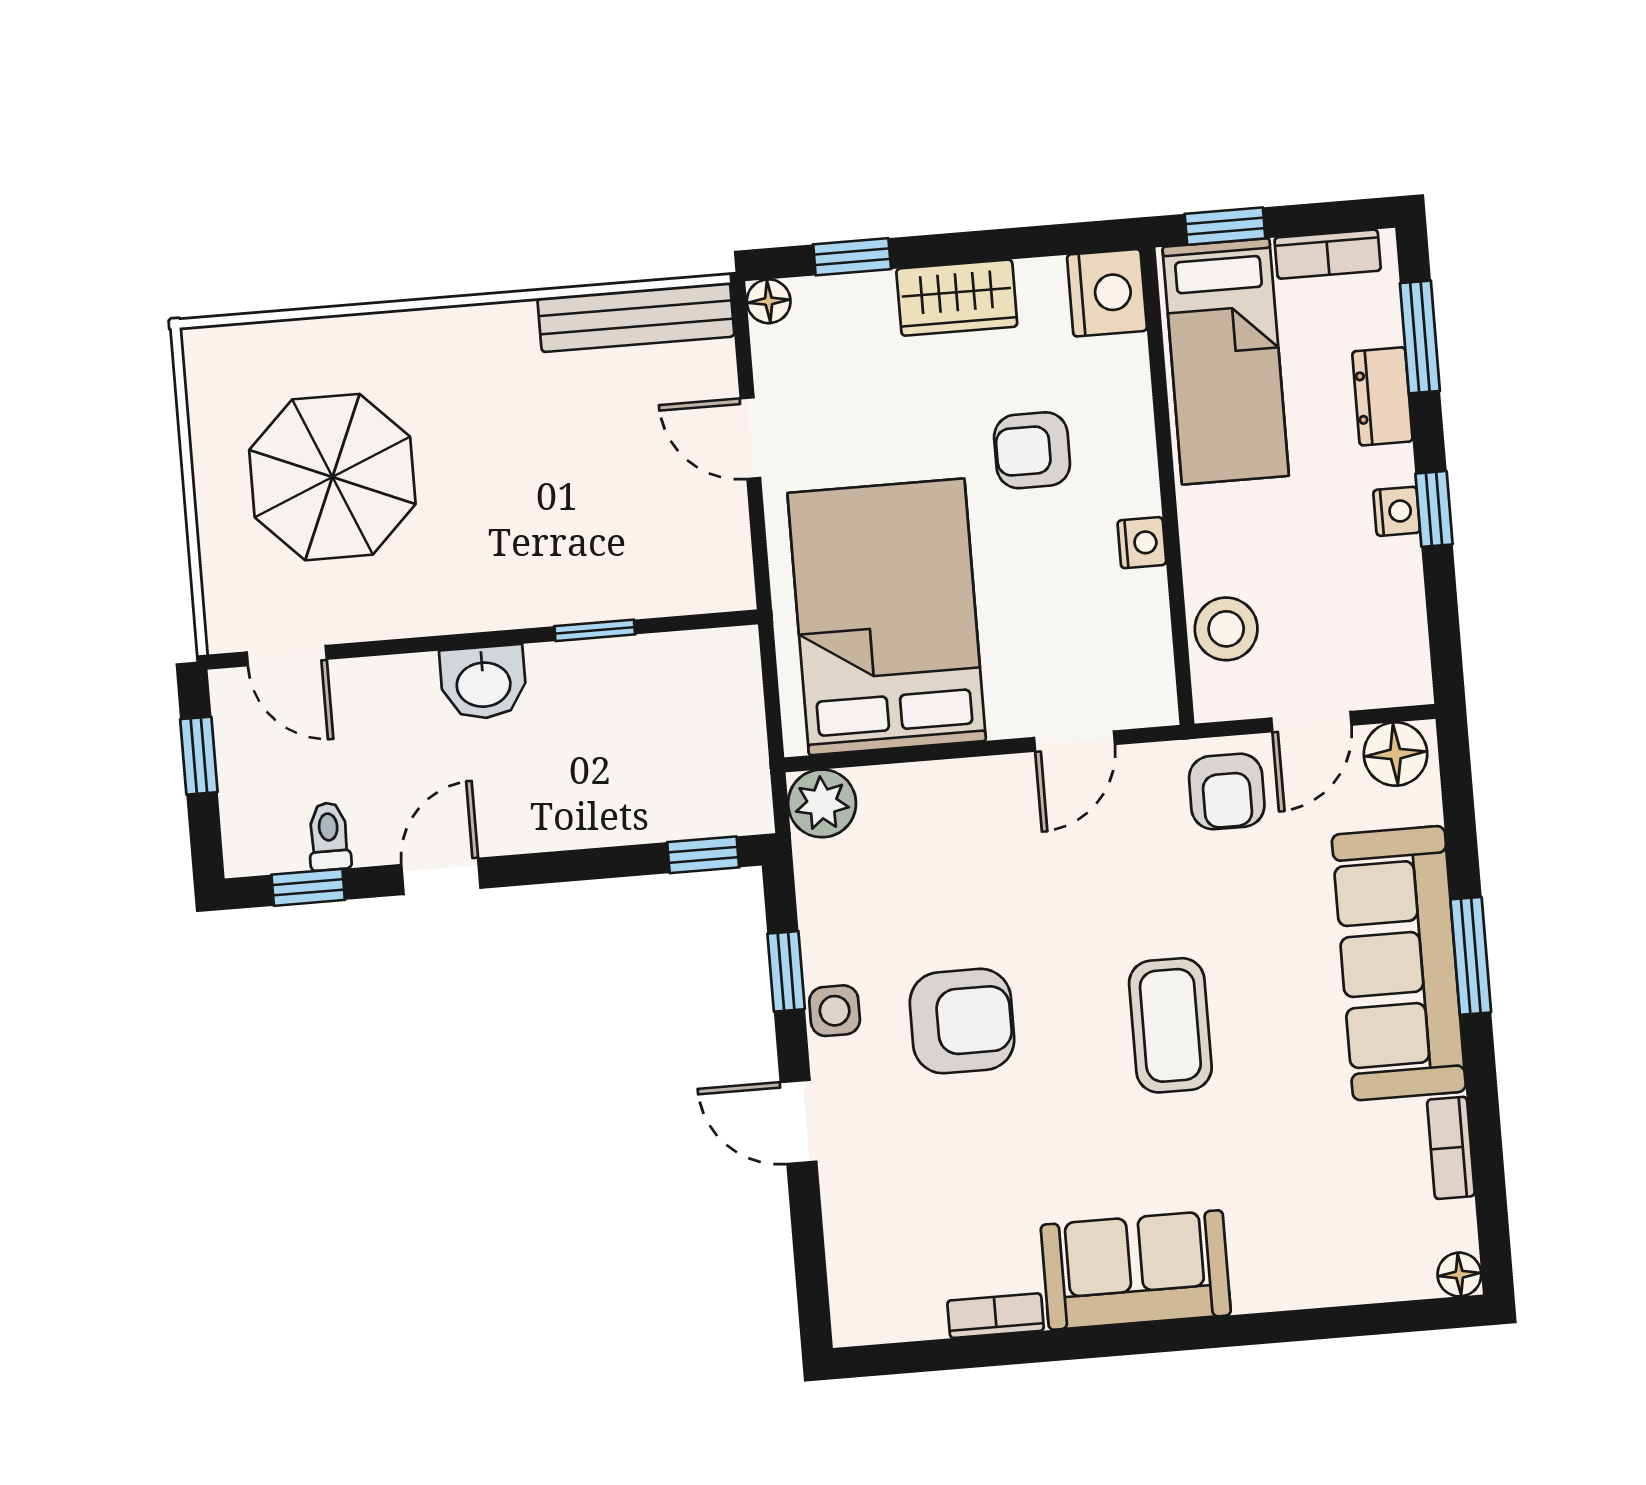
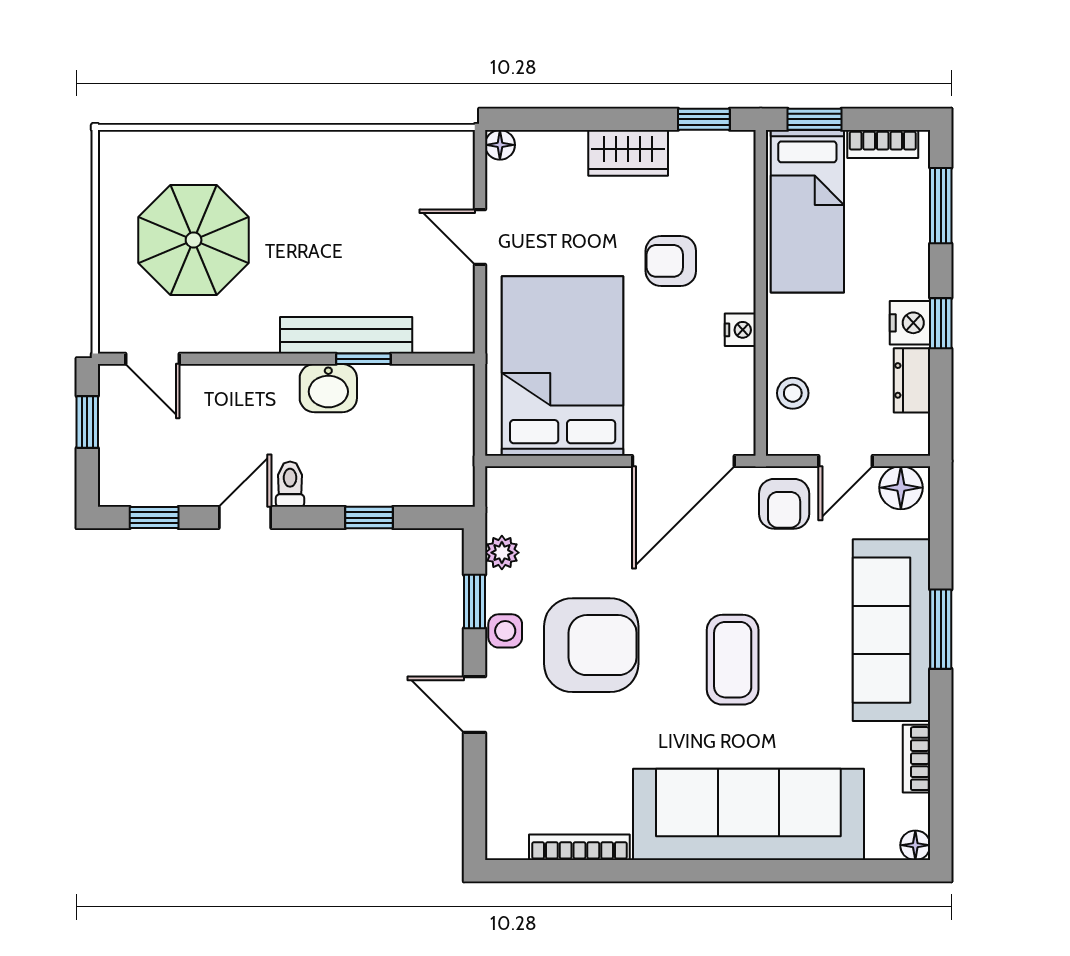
window: (852, 257) -> (704, 119), moved
nightstand: (1107, 293) -> (731, 158), removed
bench: (636, 317) -> (346, 335), moved
dresser: (1382, 396) -> (912, 380), moved
nightstand: (1397, 511) -> (910, 323), width x1.39, depth x1.35
stool: (1226, 629) -> (793, 393), width x0.73, depth x0.73
washbasin: (483, 682) -> (328, 388), moved
door: (1075, 741) -> (683, 461), width x1.87
plant: (822, 803) -> (502, 553), moved, width x0.73, depth x0.73
toilet: (329, 836) -> (290, 484), moved
window: (703, 855) -> (369, 518), moved
armchair: (962, 1021) -> (591, 645), width x1.36, depth x1.36
sofa: (1136, 1270) -> (748, 814), width x1.85, depth x1.27
bookcase: (996, 1316) -> (579, 847), width x1.56

